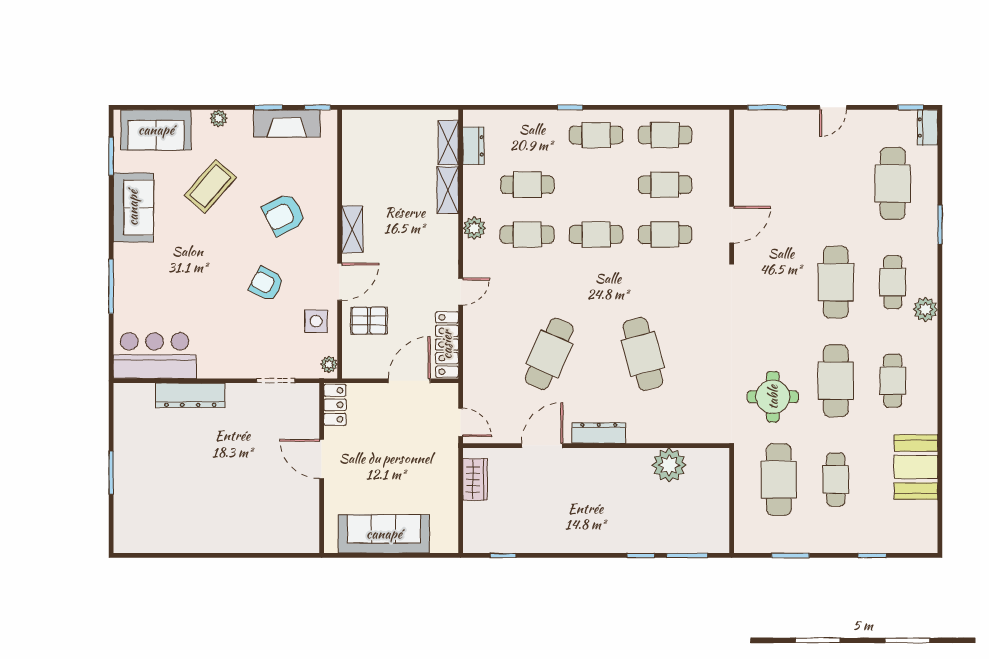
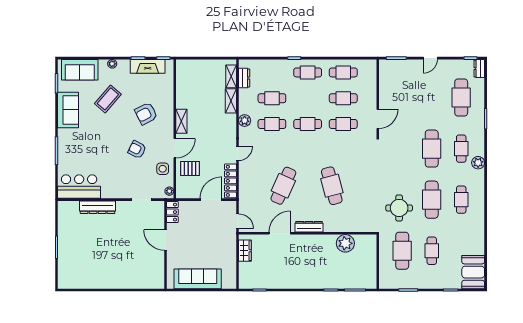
booth: (916, 467) -> (473, 272), moved

